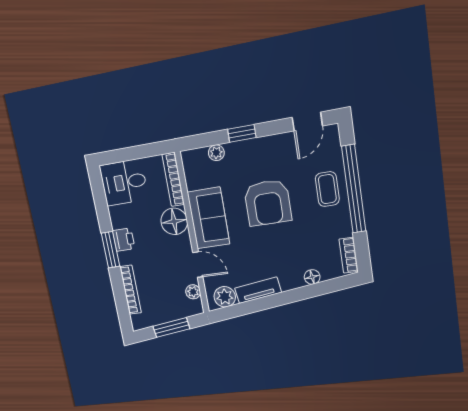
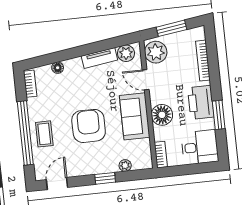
bookcase: (173, 179) -> (161, 155), width x0.64
printer: (124, 240) -> (201, 102), width x1.87, depth x1.48
window: (110, 250) -> (219, 115), moved
plant: (193, 292) -> (156, 52), width x1.88, depth x1.88

